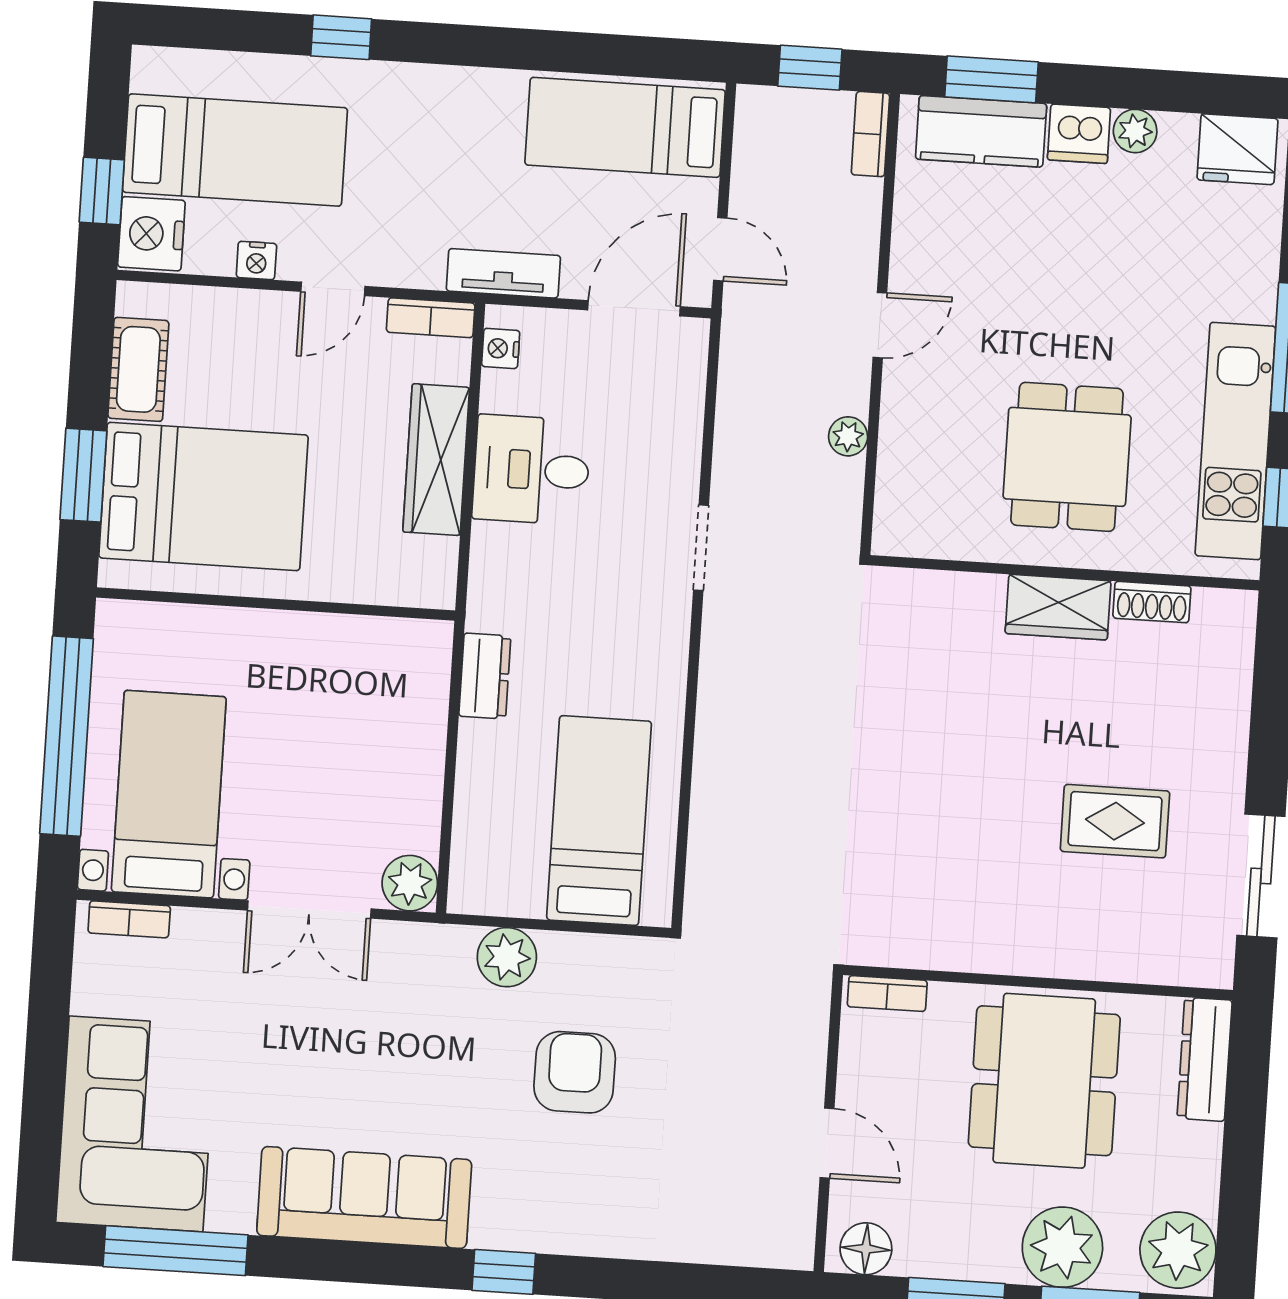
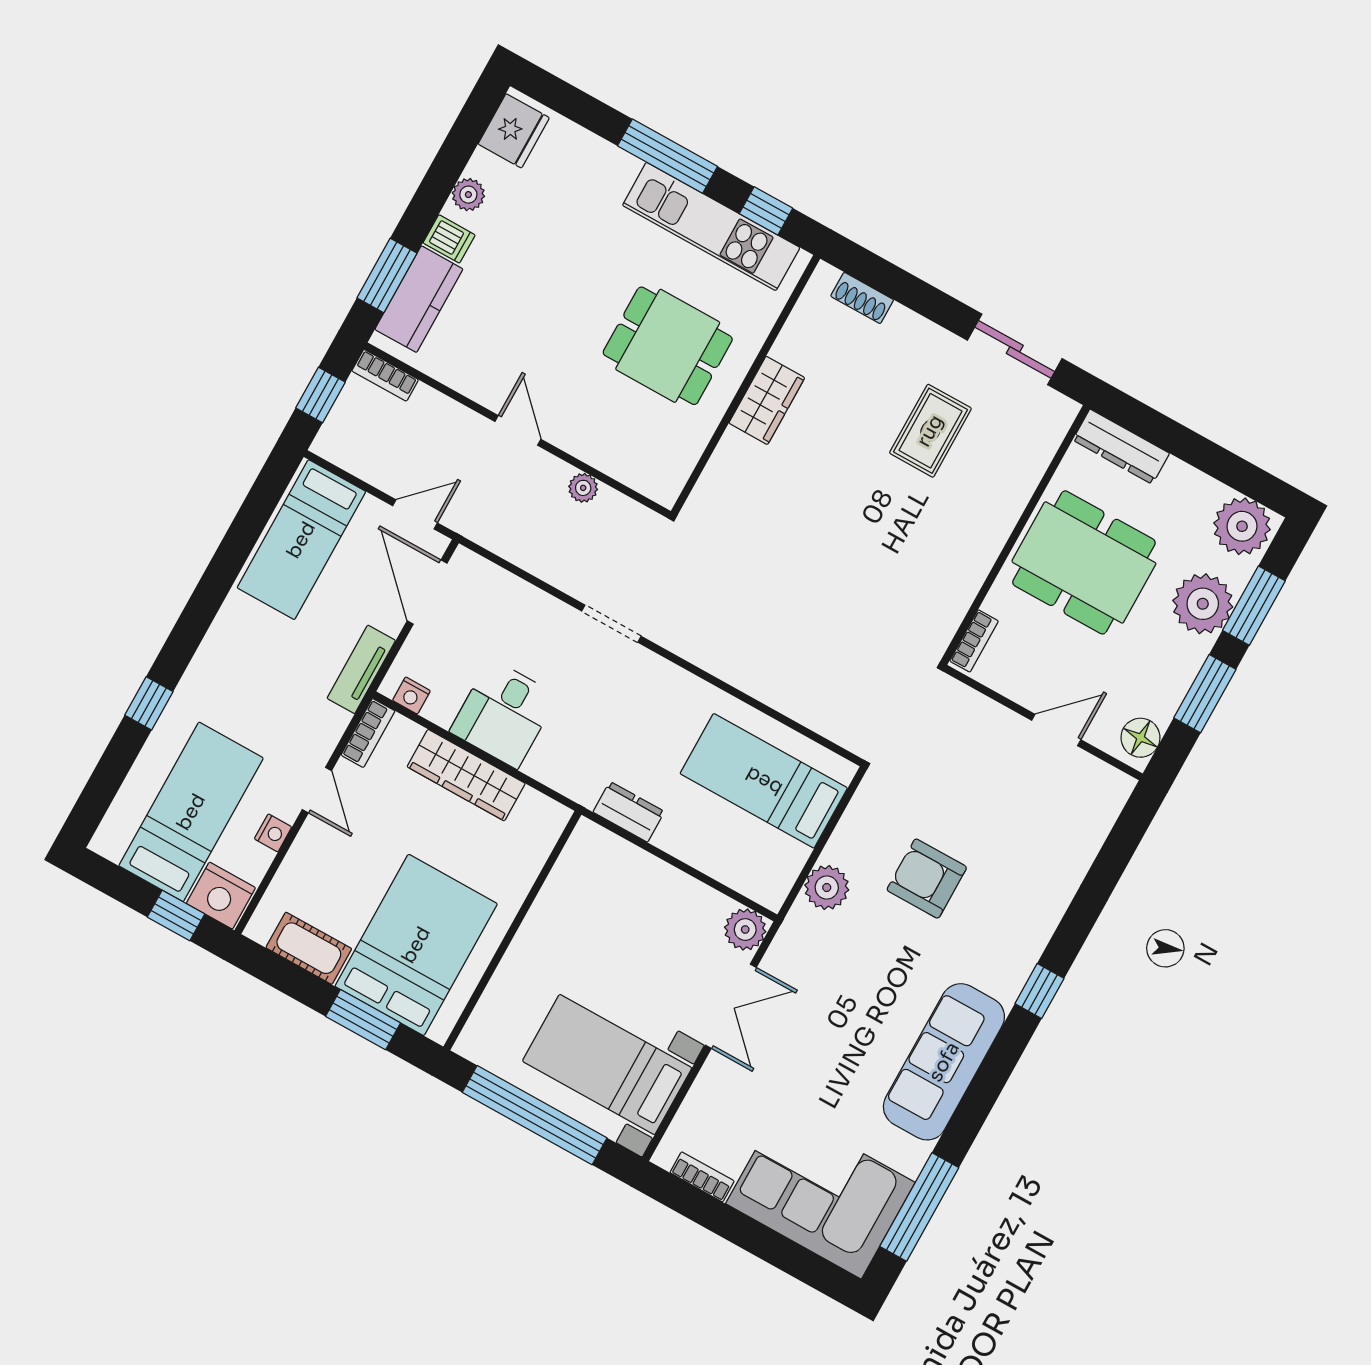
dishwasher: (1079, 134) -> (449, 239), width x0.73
shoe rack: (1152, 602) -> (862, 298), moved, turned 90
bookcase: (129, 919) -> (702, 1177), moved, turned -90

